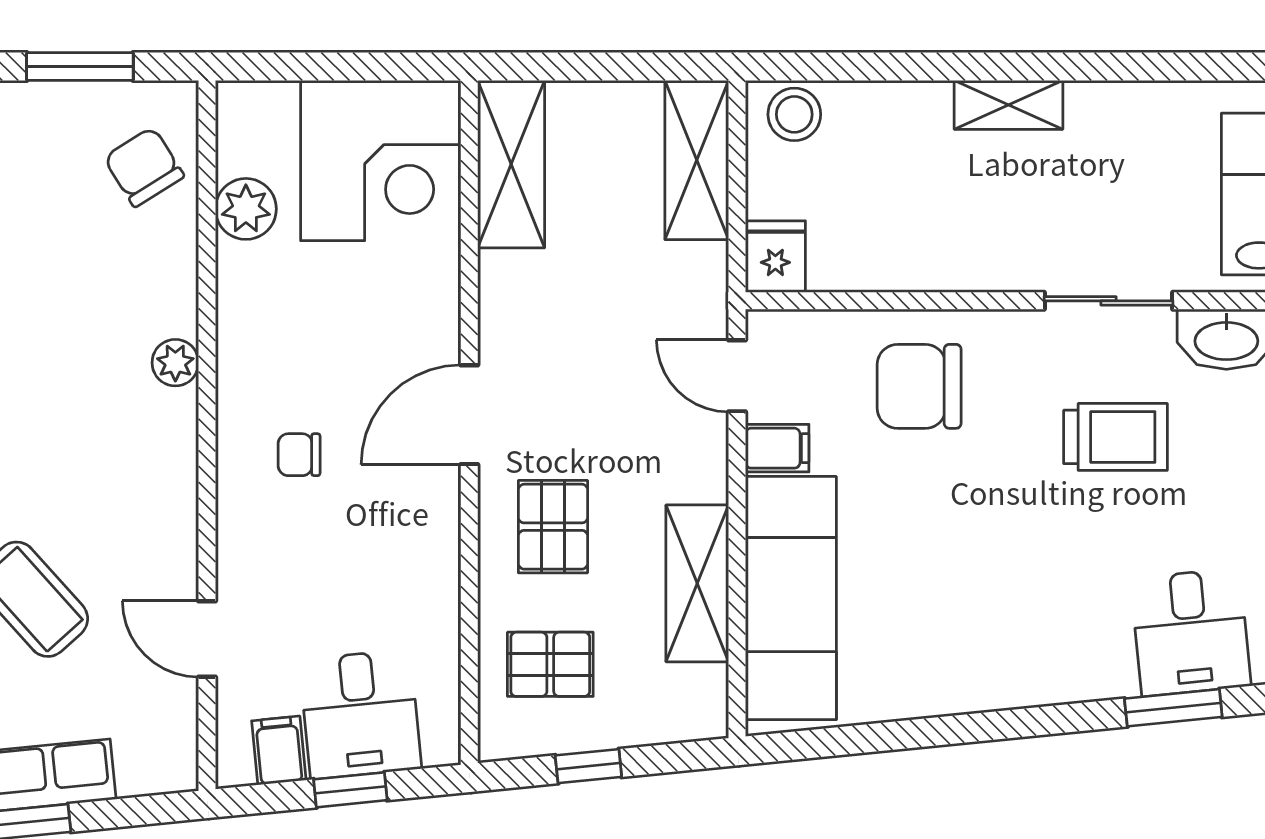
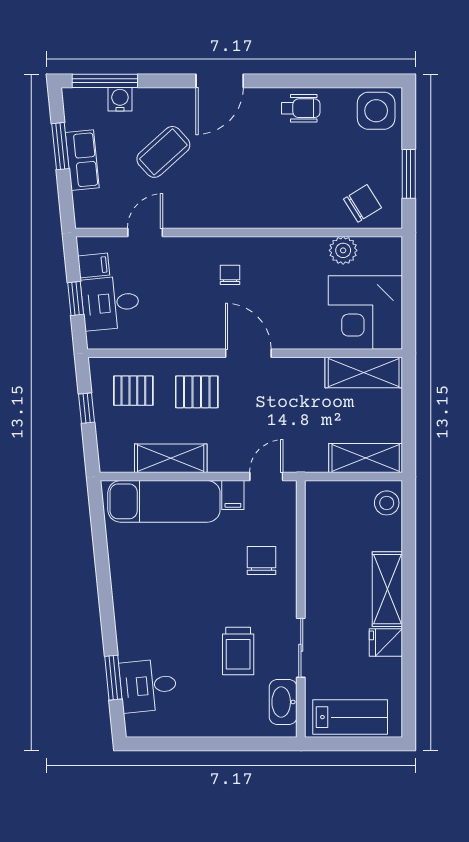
shelving: (1009, 105) -> (387, 589), width x1.50, depth x1.33
fridge: (775, 257) -> (386, 643), moved, turned 180
plant: (175, 363) -> (272, 218), removed
chair: (919, 386) -> (261, 560), width x0.73, depth x0.73
pallet: (550, 664) -> (133, 391), turned 90

